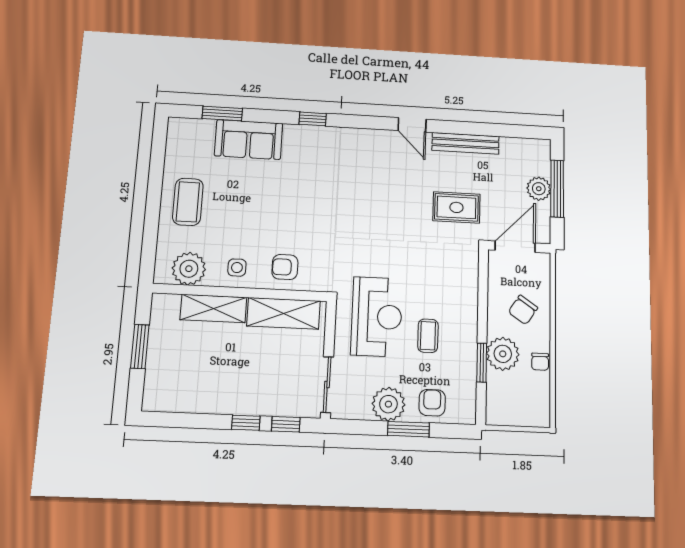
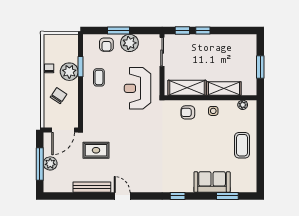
armchair: (285, 267) -> (188, 112), turned 180
plant: (189, 269) -> (243, 105), width x0.53, depth x0.53
coffee table: (428, 336) -> (99, 77), moved

